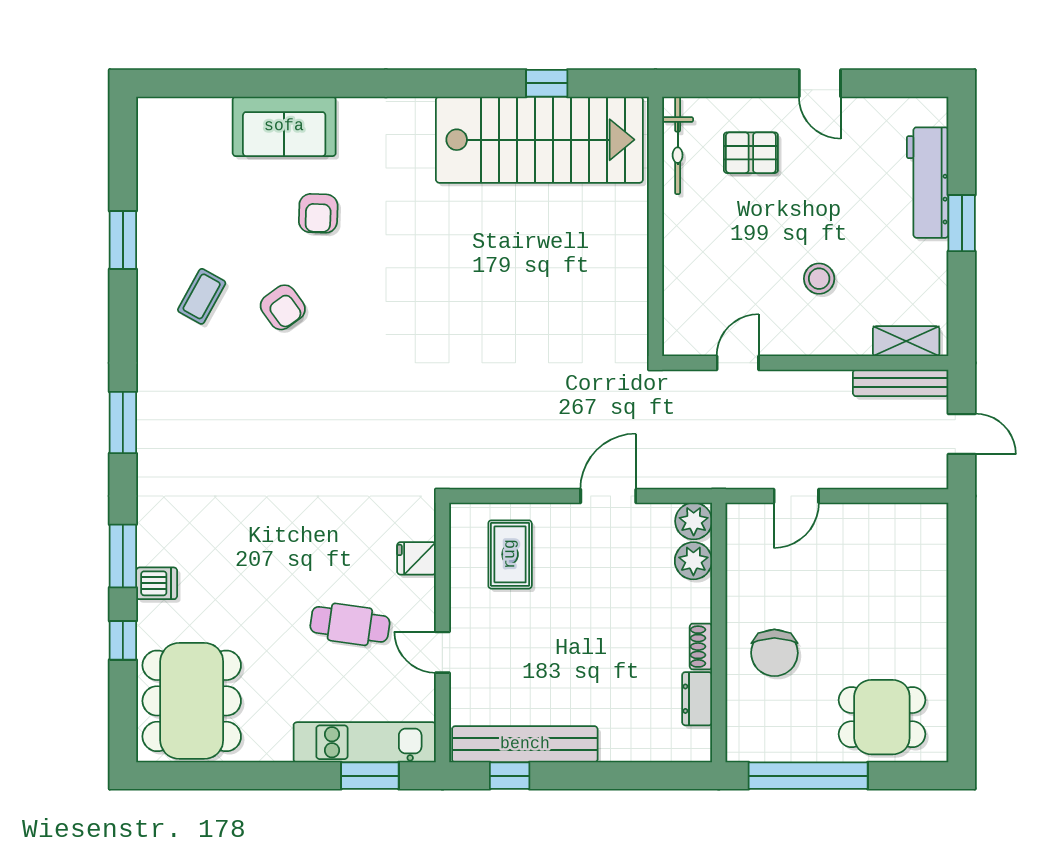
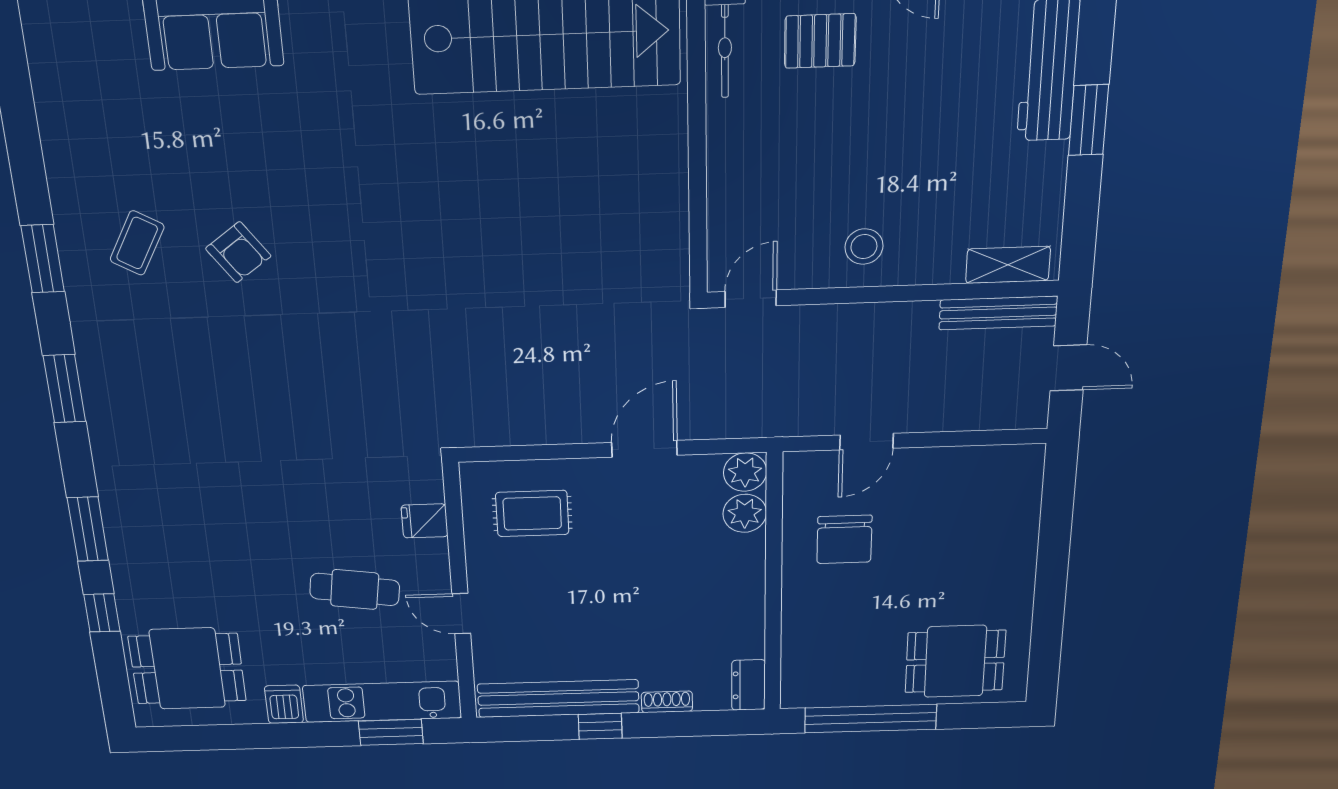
armchair: (318, 213) -> (269, 138), removed
window: (123, 240) -> (43, 259), moved
stool: (819, 279) -> (864, 247), moved
door: (738, 363) -> (751, 299), moved
rug: (510, 554) -> (532, 513), turned 90
dishwasher: (157, 583) -> (284, 704), moved, turned -90
shoe rack: (701, 647) -> (667, 702), moved, turned 90
chair: (774, 653) -> (844, 539), moved
dresser: (697, 699) -> (749, 685), moved
dining table: (192, 701) -> (187, 669), width x0.73
window: (510, 776) -> (600, 726), moved

